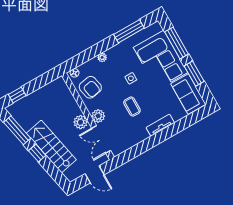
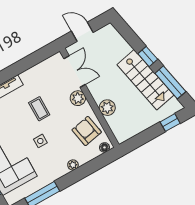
plant: (81, 122) -> (107, 108), moved
stairs: (51, 147) -> (146, 80), moved

